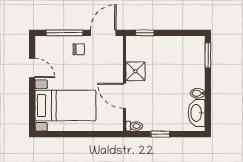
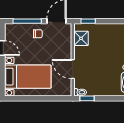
shower: (135, 71) -> (81, 38), moved
window: (160, 134) -> (87, 98), moved

